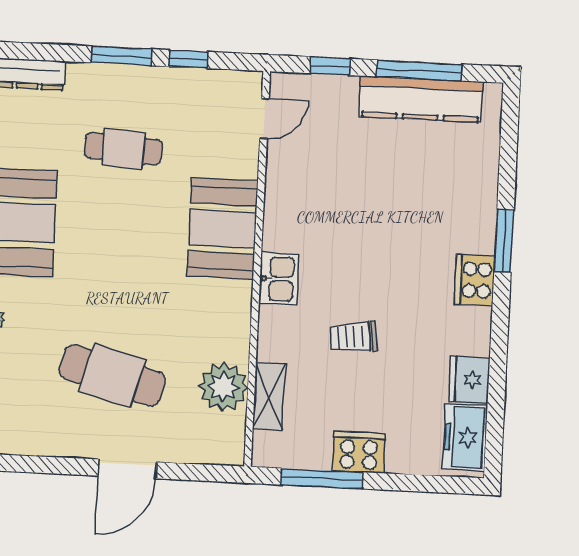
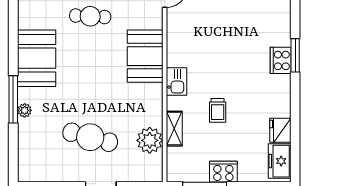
cooker: (475, 280) -> (281, 60), moved
trolley: (353, 337) -> (218, 110), turned -84
shelving: (269, 396) -> (174, 129), moved

